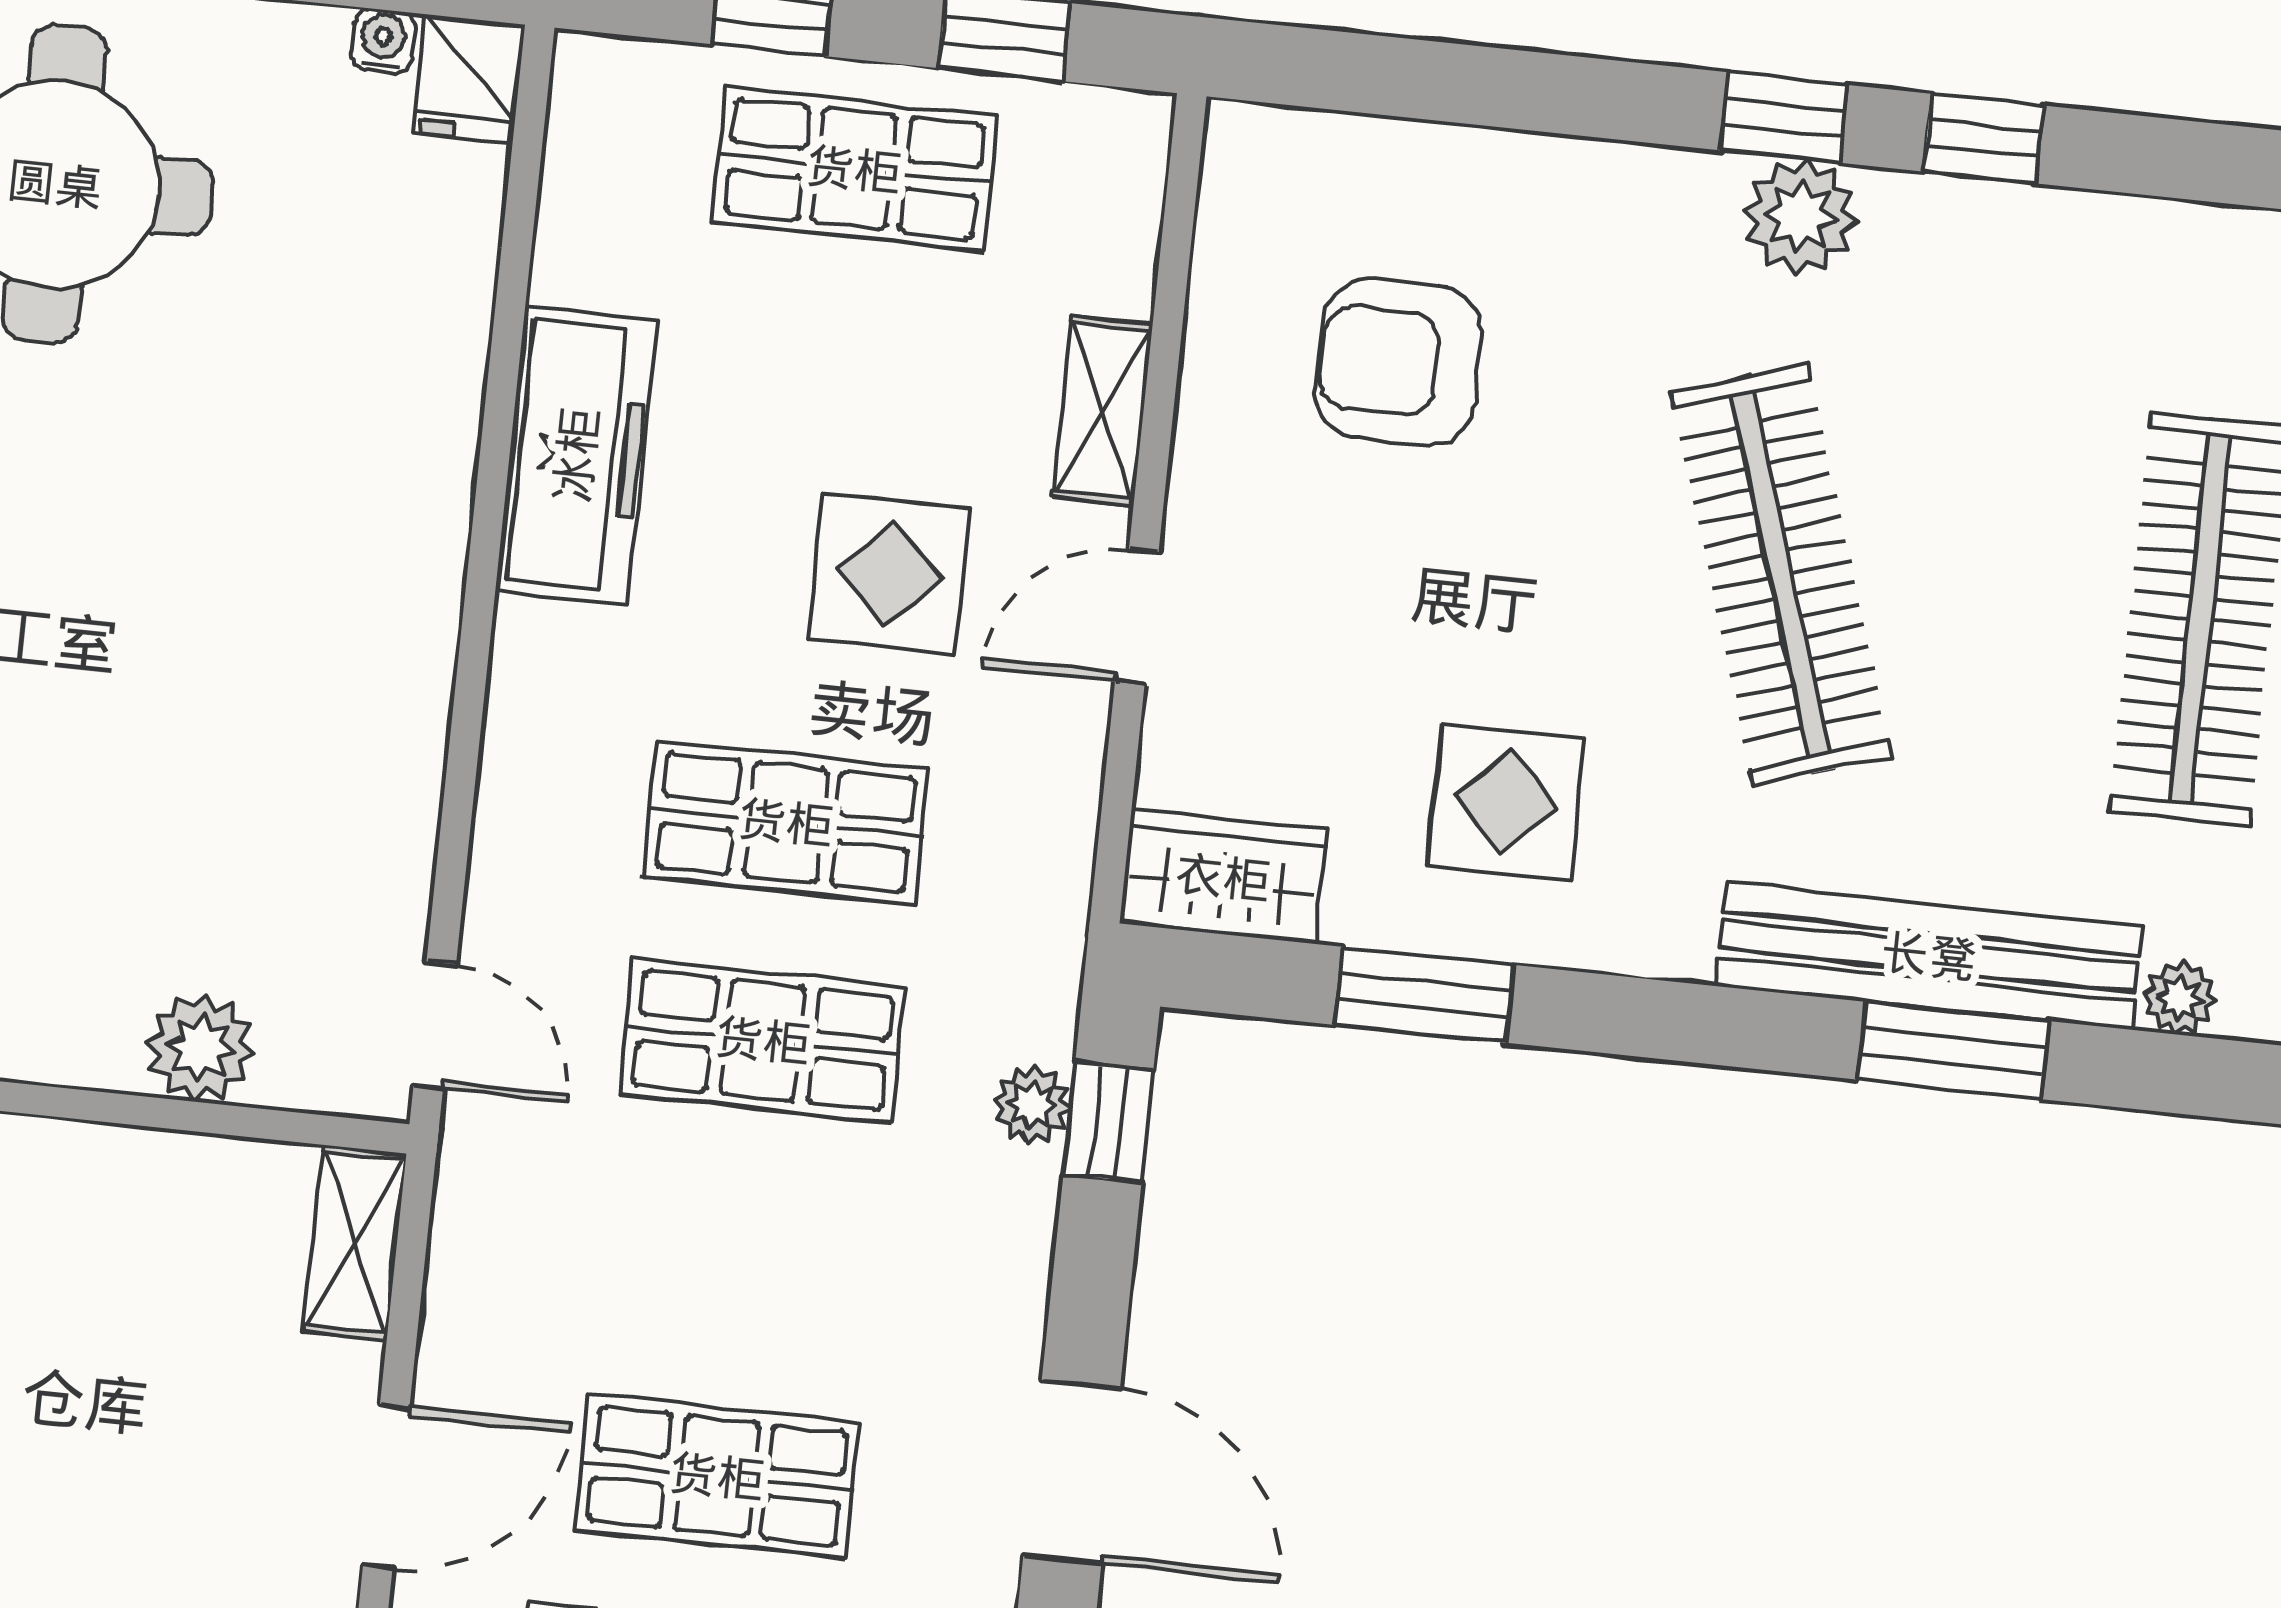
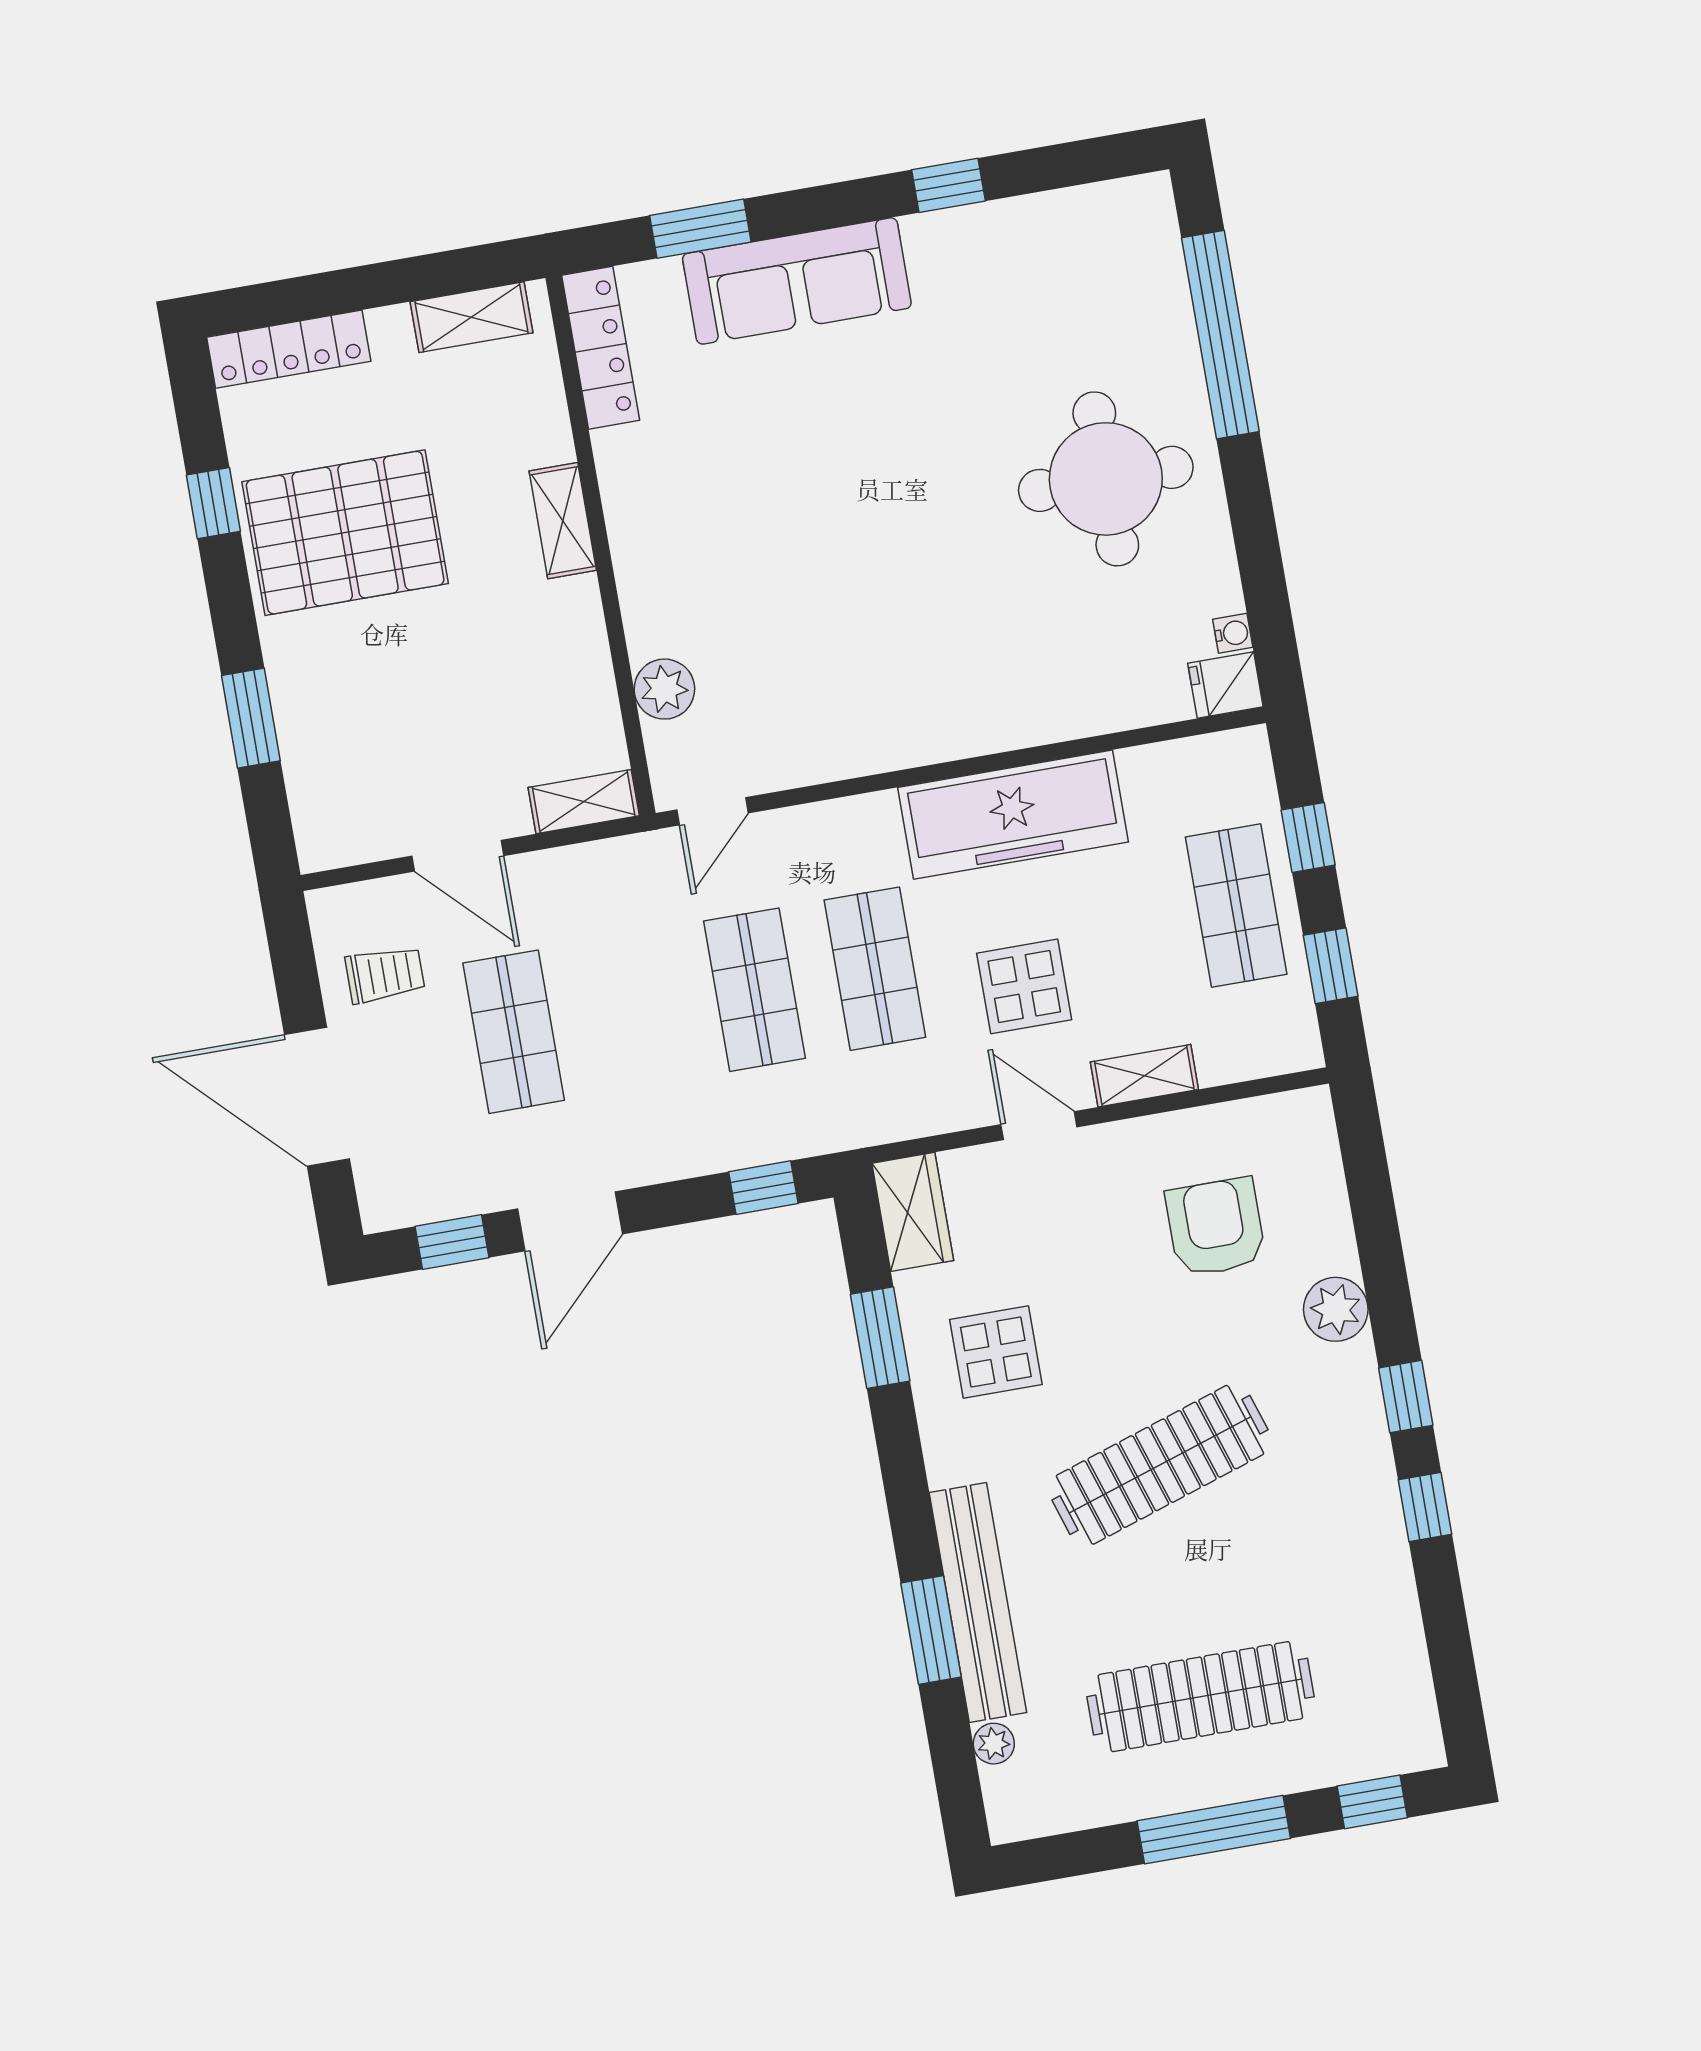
plant: (1800, 217) -> (1336, 1309), moved
freezer: (576, 455) -> (1013, 815), width x1.36, depth x1.26
plant: (1032, 1105) -> (761, 1144), removed

